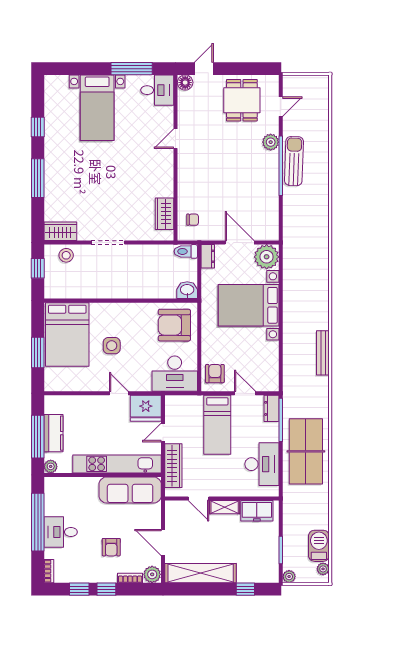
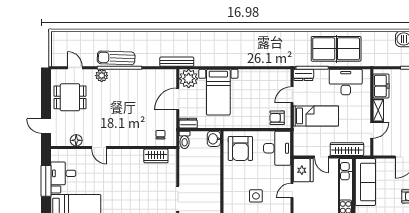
floor lamp: (185, 83) -> (76, 140), moved
desk: (157, 90) -> (63, 173), moved, turned -90
bed with nightstands: (249, 305) -> (218, 92), width x0.73
bench: (323, 353) -> (177, 62), moved

